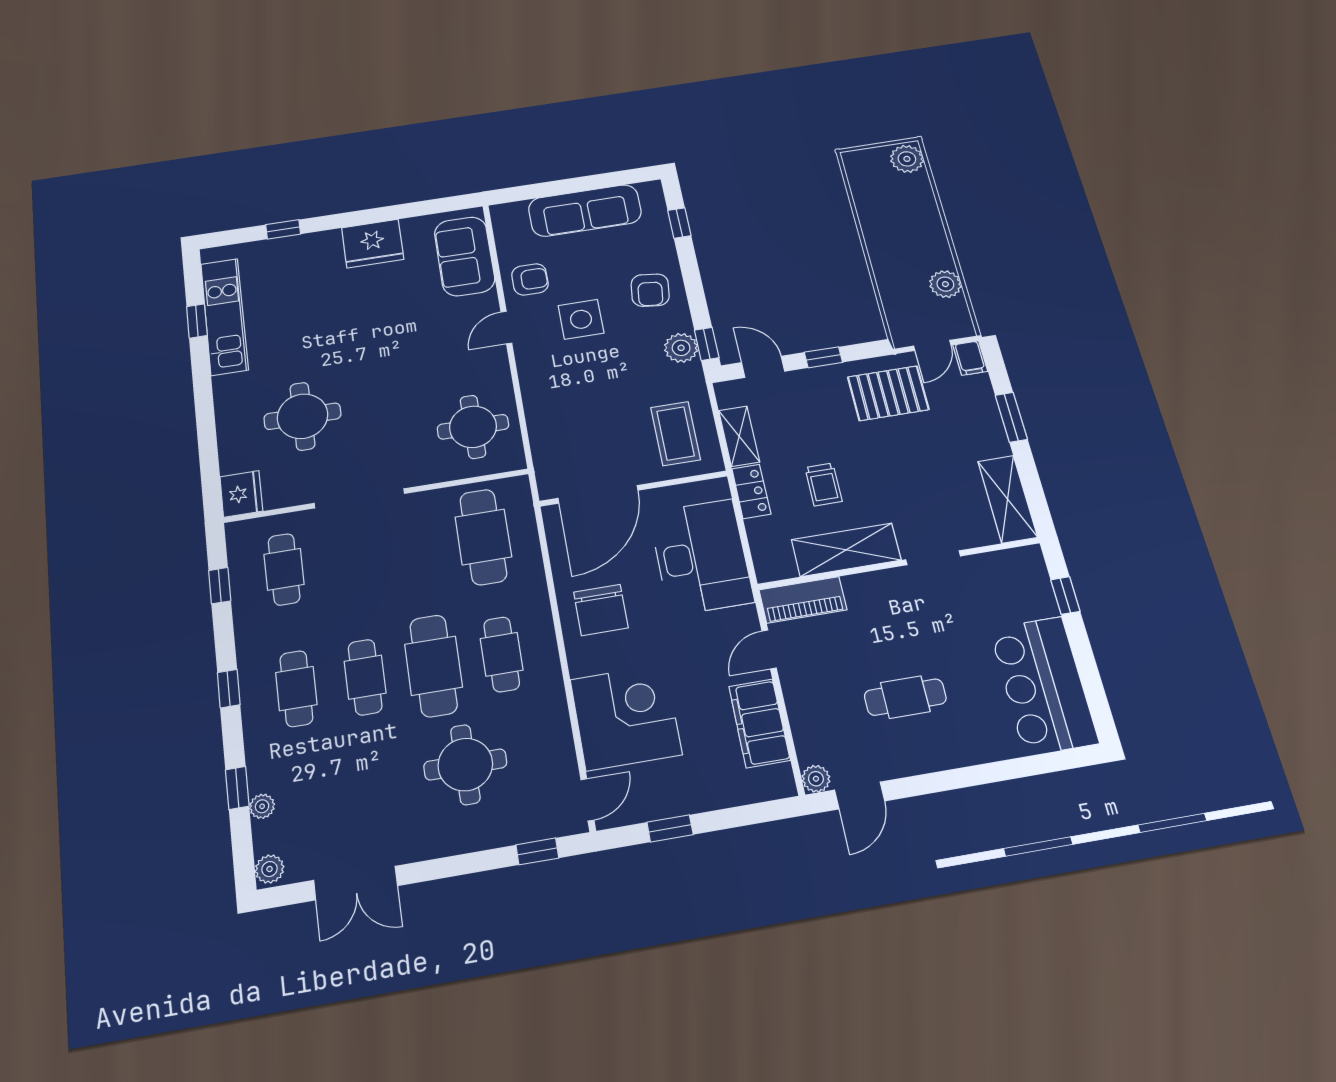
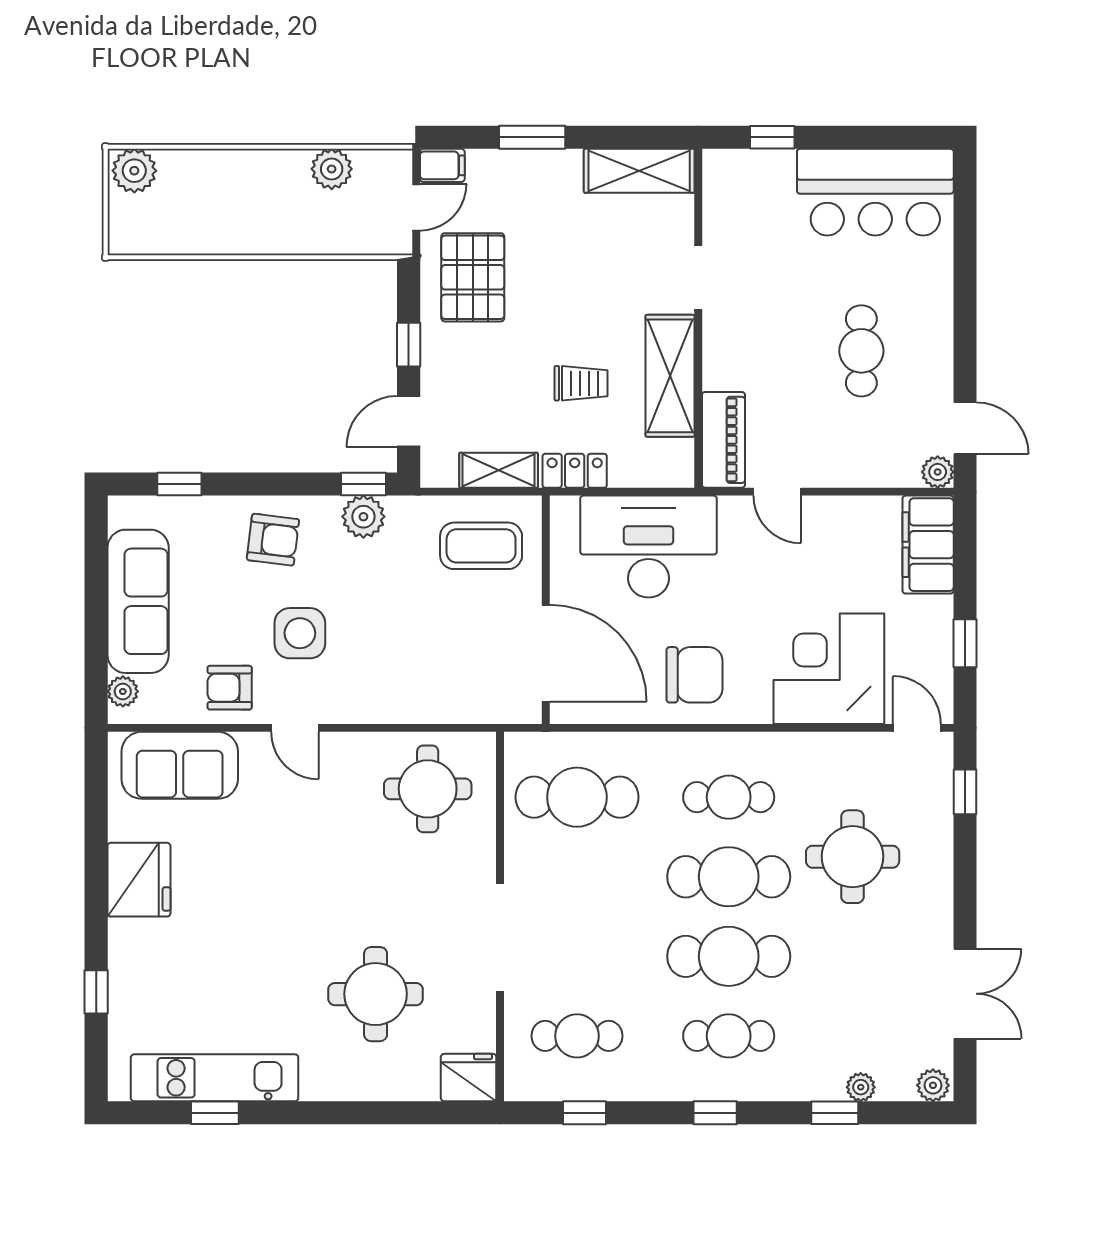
plant: (515, 211) -> (123, 691), added
armchair: (530, 279) -> (230, 688), turned -90
door: (932, 345) -> (416, 207), hinge flipped
cafe table: (365, 677) -> (729, 956), width x1.37, depth x1.35
filing cabinet: (759, 723) -> (928, 545), moved, turned 90

